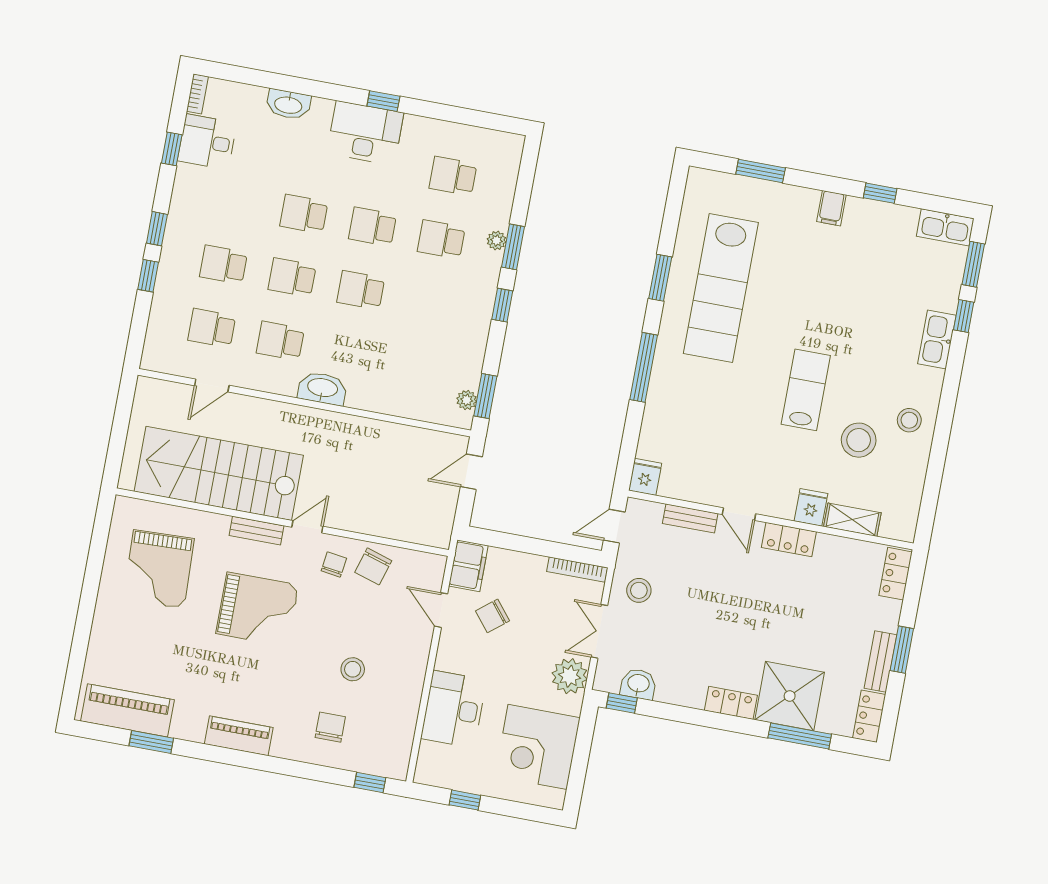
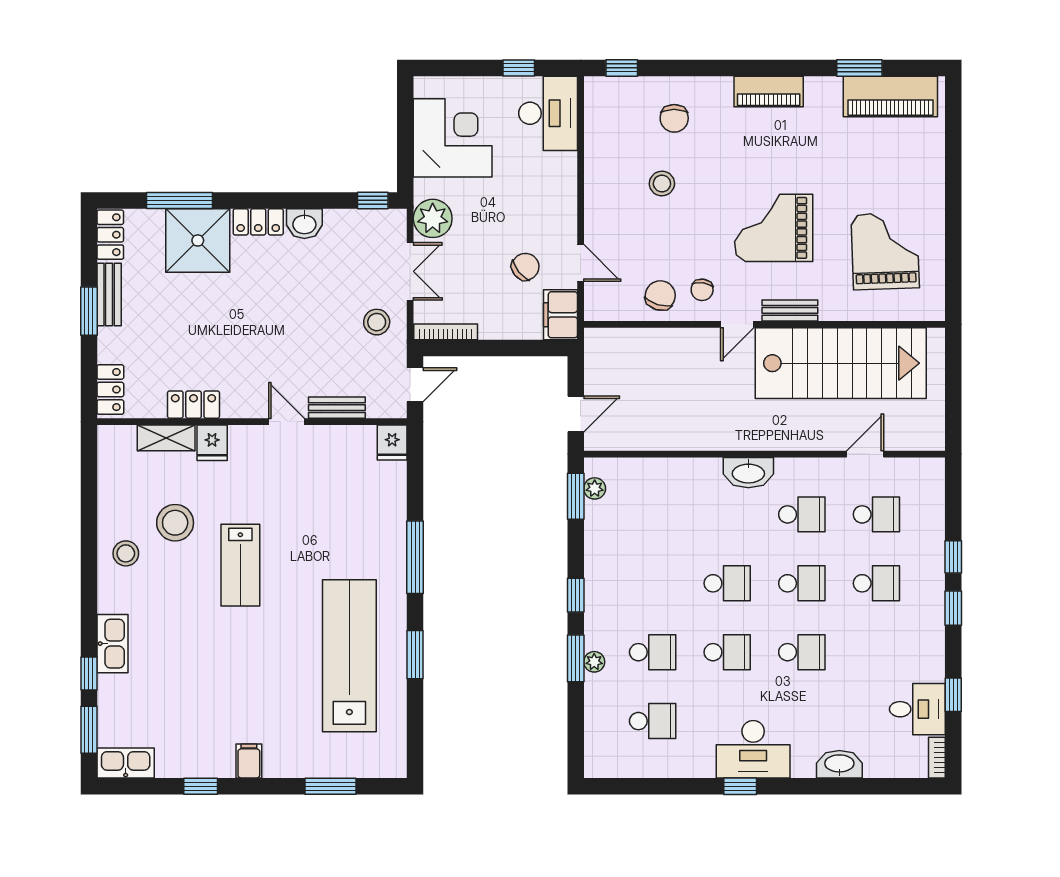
locker: (789, 540) -> (193, 405), moved
washbasin: (638, 684) -> (304, 224), moved
desk: (454, 709) -> (548, 113), moved

